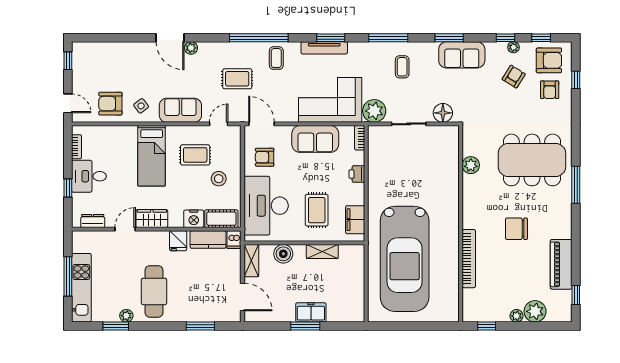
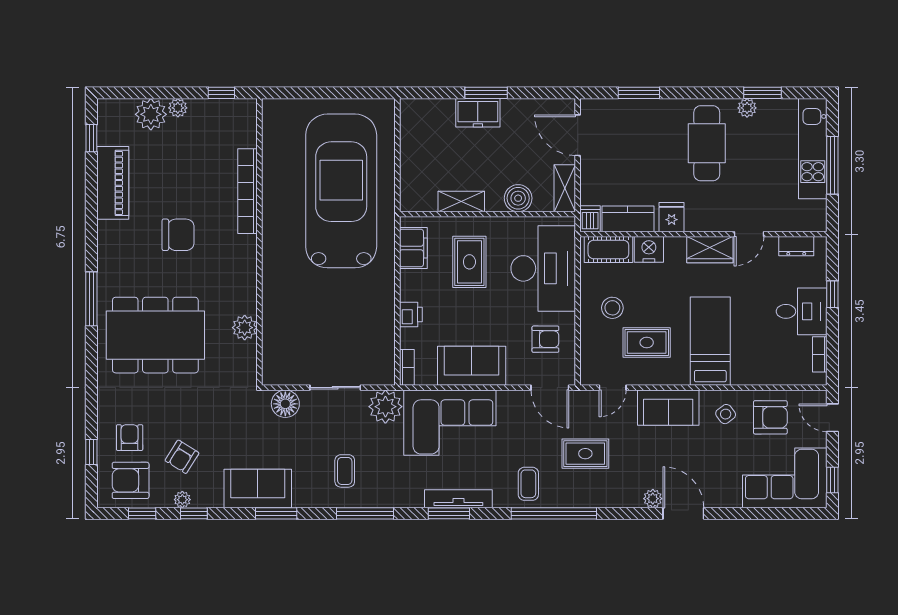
corner sofa: (101, 62) -> (785, 478), added

